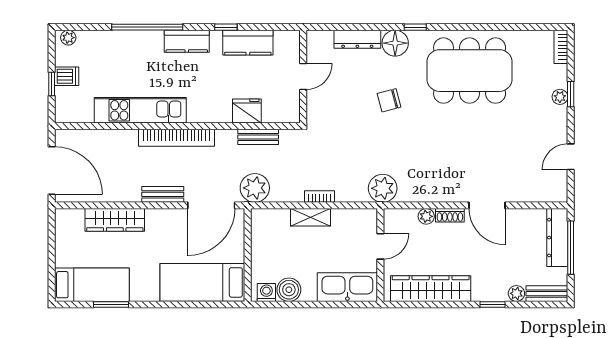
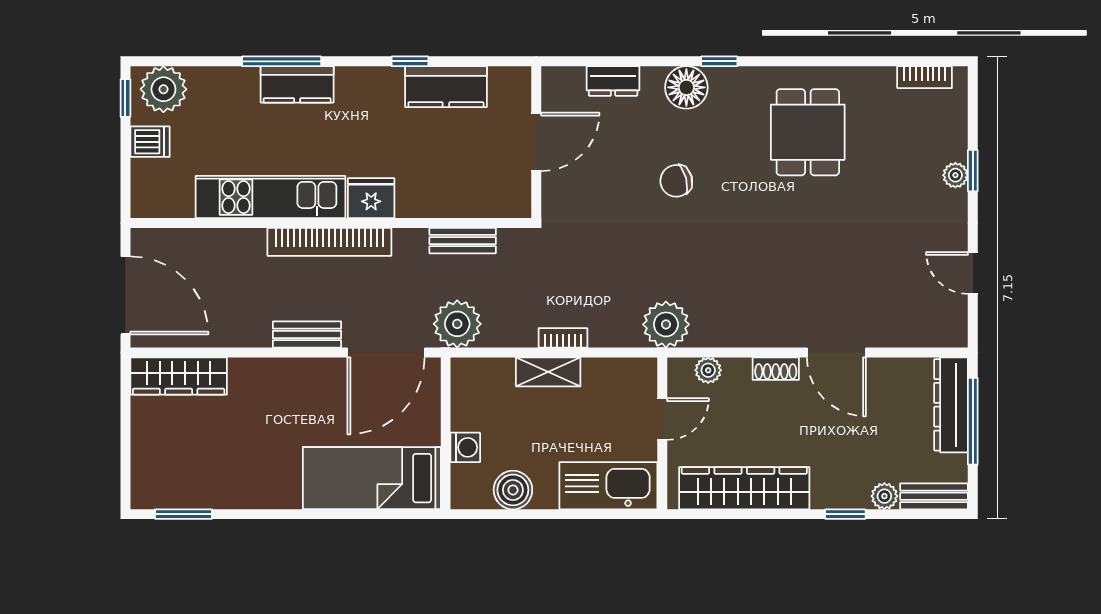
window: (147, 27) -> (282, 61), width x0.68
plant: (68, 38) -> (163, 89), width x1.88, depth x1.88
dresser: (357, 39) -> (613, 81), width x0.70
kitchen counter: (187, 41) -> (297, 84), moved
bookcase: (561, 47) -> (925, 77), moved, turned -90
dining table: (470, 71) -> (808, 132), width x0.53, depth x0.80
door: (303, 77) -> (536, 142), width x1.38
window: (52, 84) -> (125, 98), moved
fridge: (247, 111) -> (371, 198), moved
door: (571, 157) -> (973, 273), hinge flipped
plant: (426, 216) -> (708, 370), moved
wardrobe: (115, 220) -> (179, 376), moved
bed: (92, 285) -> (191, 482), removed
washing machine: (266, 292) -> (465, 447), moved, turned 90
window: (111, 304) -> (184, 514), moved

